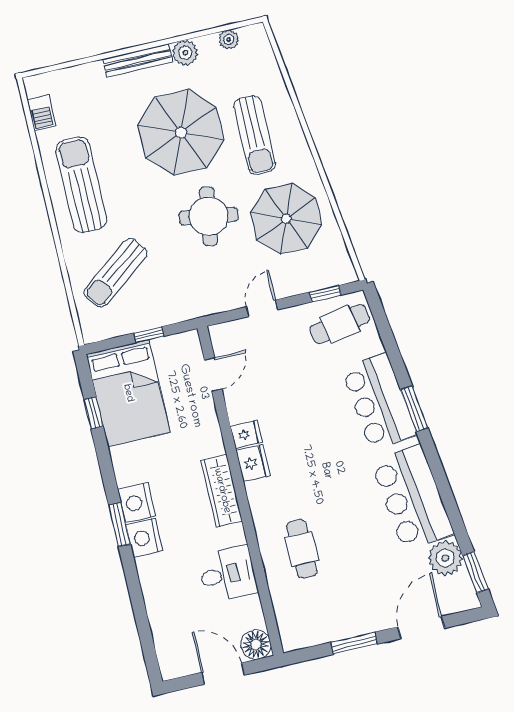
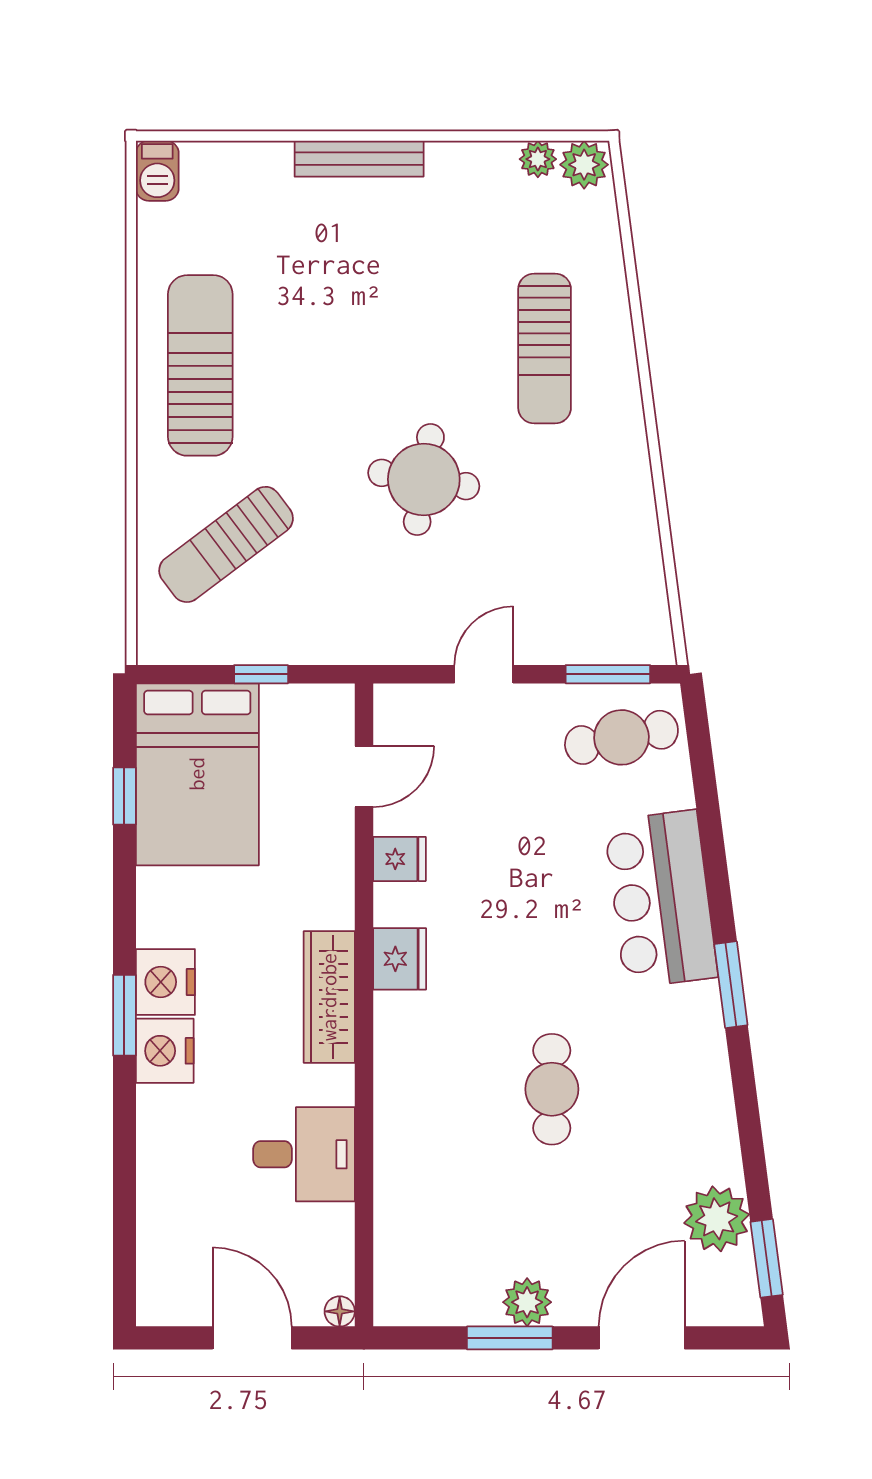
plant: (185, 53) -> (584, 165), moved
barbecue: (41, 113) -> (157, 171), moved
parasol: (181, 133) -> (409, 312), removed
parasol: (286, 219) -> (567, 518), removed
window: (325, 294) -> (608, 674), width x1.50
window: (414, 409) -> (731, 985), moved
fridge: (246, 434) -> (399, 859), moved
bar counter: (412, 498) -> (682, 1093), removed
cafe table: (302, 549) -> (552, 1089), moved
plant: (359, 623) -> (527, 1302), added
floor lamp: (256, 645) -> (340, 1311), width x0.53, depth x0.53

